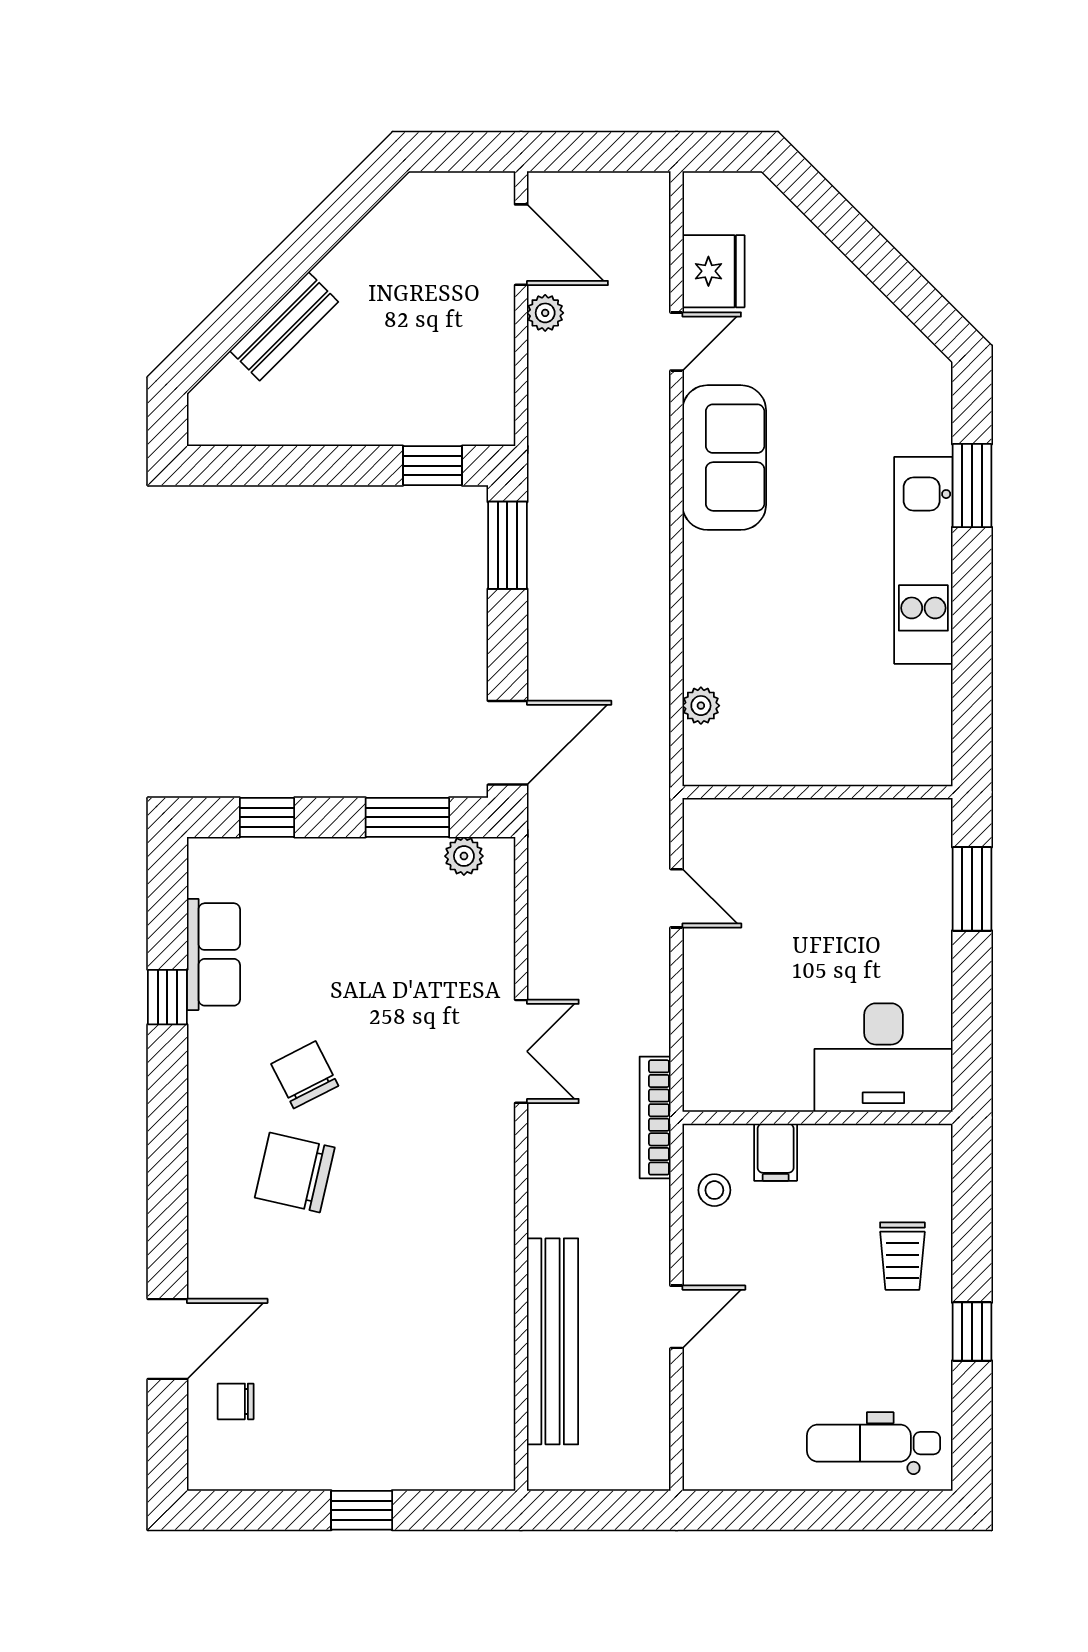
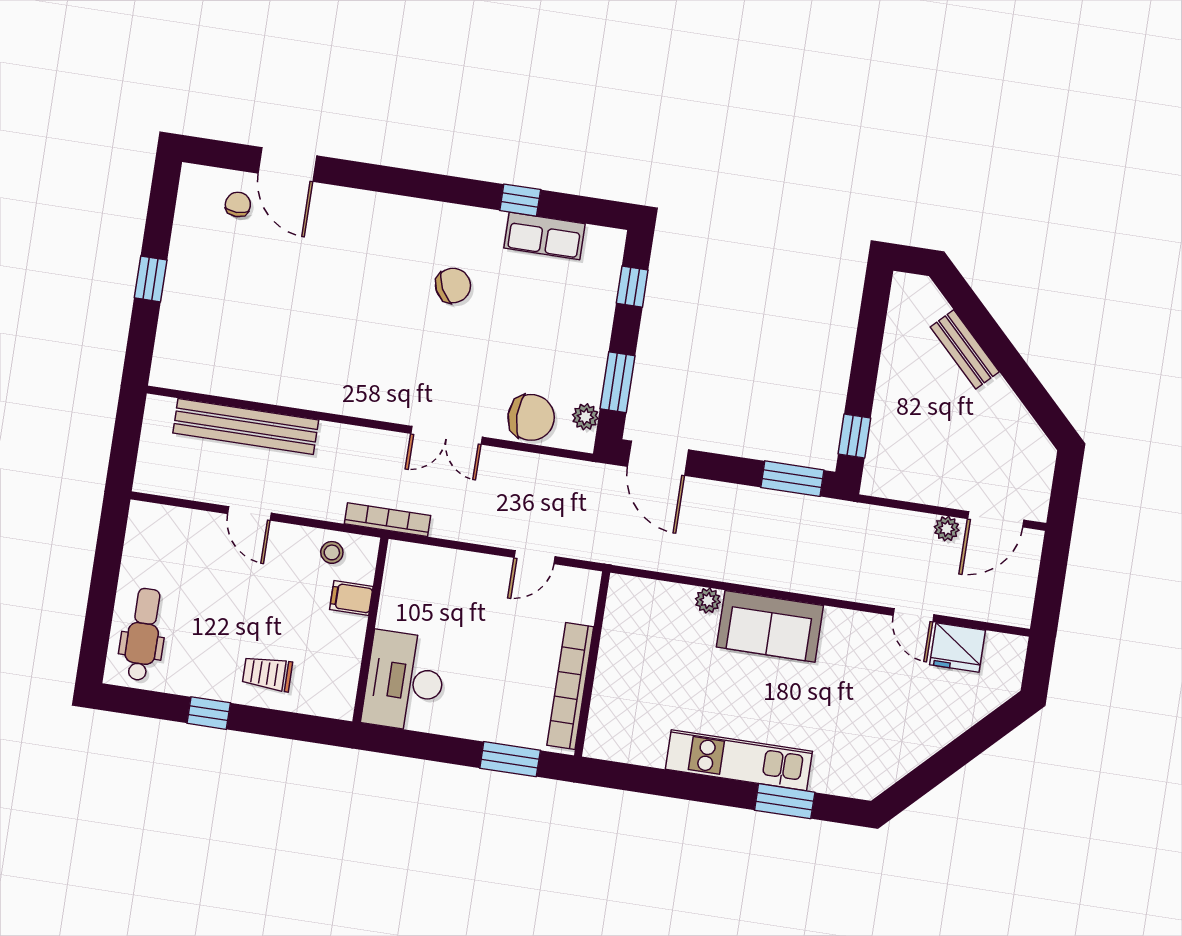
sofa: (724, 458) -> (770, 626), moved
plant: (701, 706) -> (708, 601), moved
bookcase: (854, 818) -> (570, 686), added
chair: (295, 1173) -> (531, 417), moved, turned 77

